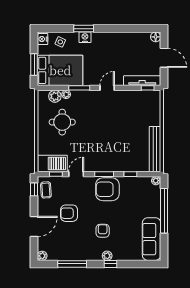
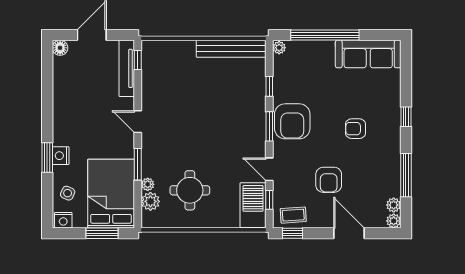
plant: (107, 256) -> (394, 205), moved

